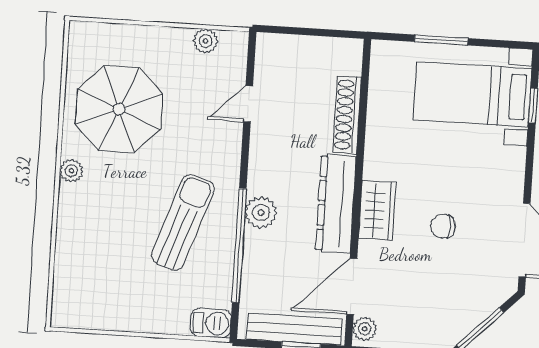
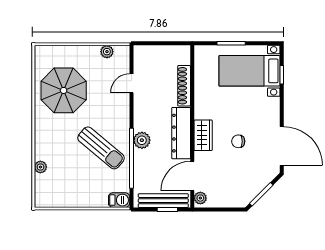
plant: (71, 171) -> (40, 167), moved
sun lounger: (183, 222) -> (101, 148), turned 111

